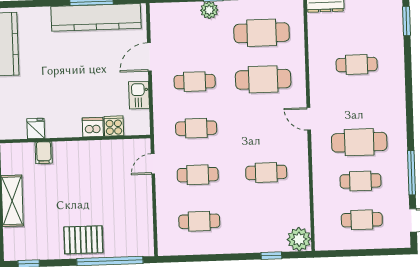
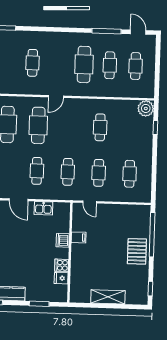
door: (309, 119) -> (56, 96), moved
cooker: (114, 126) -> (62, 265), moved
filing cabinet: (44, 153) -> (79, 237), moved

